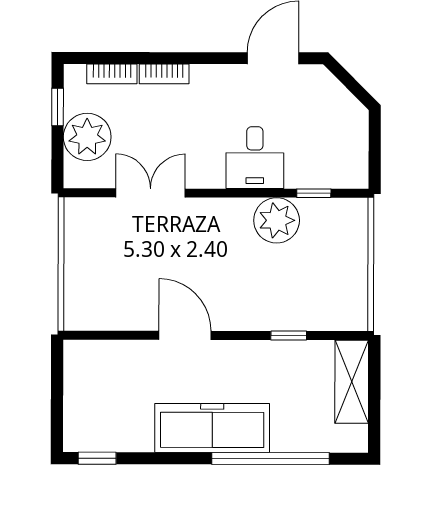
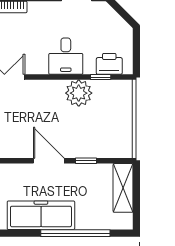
printer: (329, 171) -> (109, 64), added
door: (185, 335) -> (49, 161), moved

